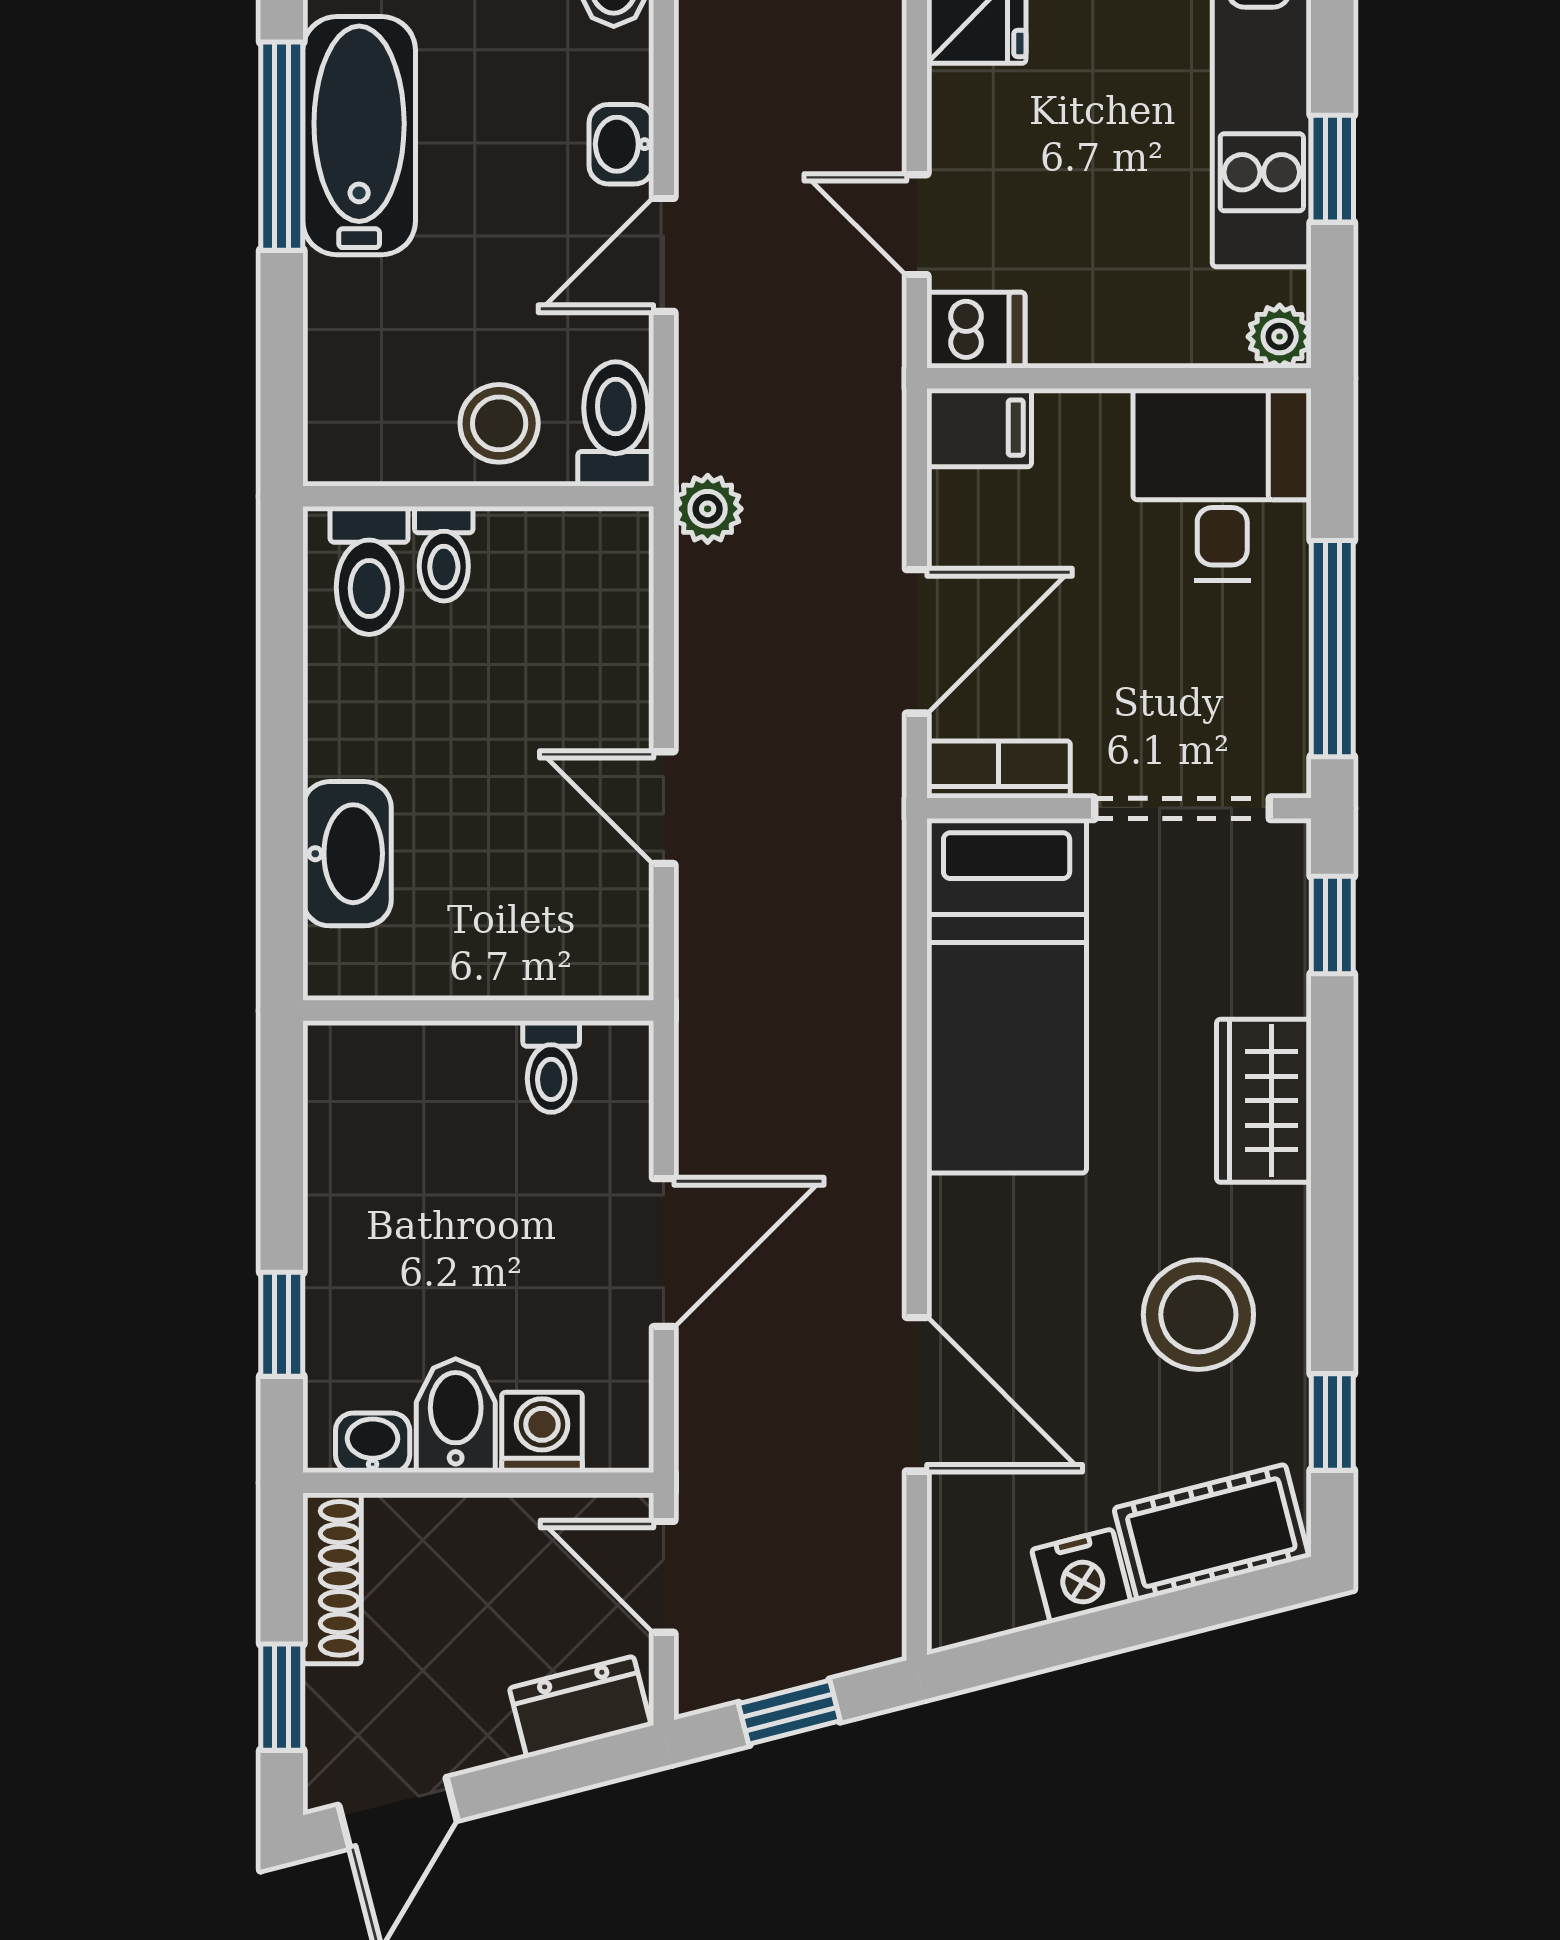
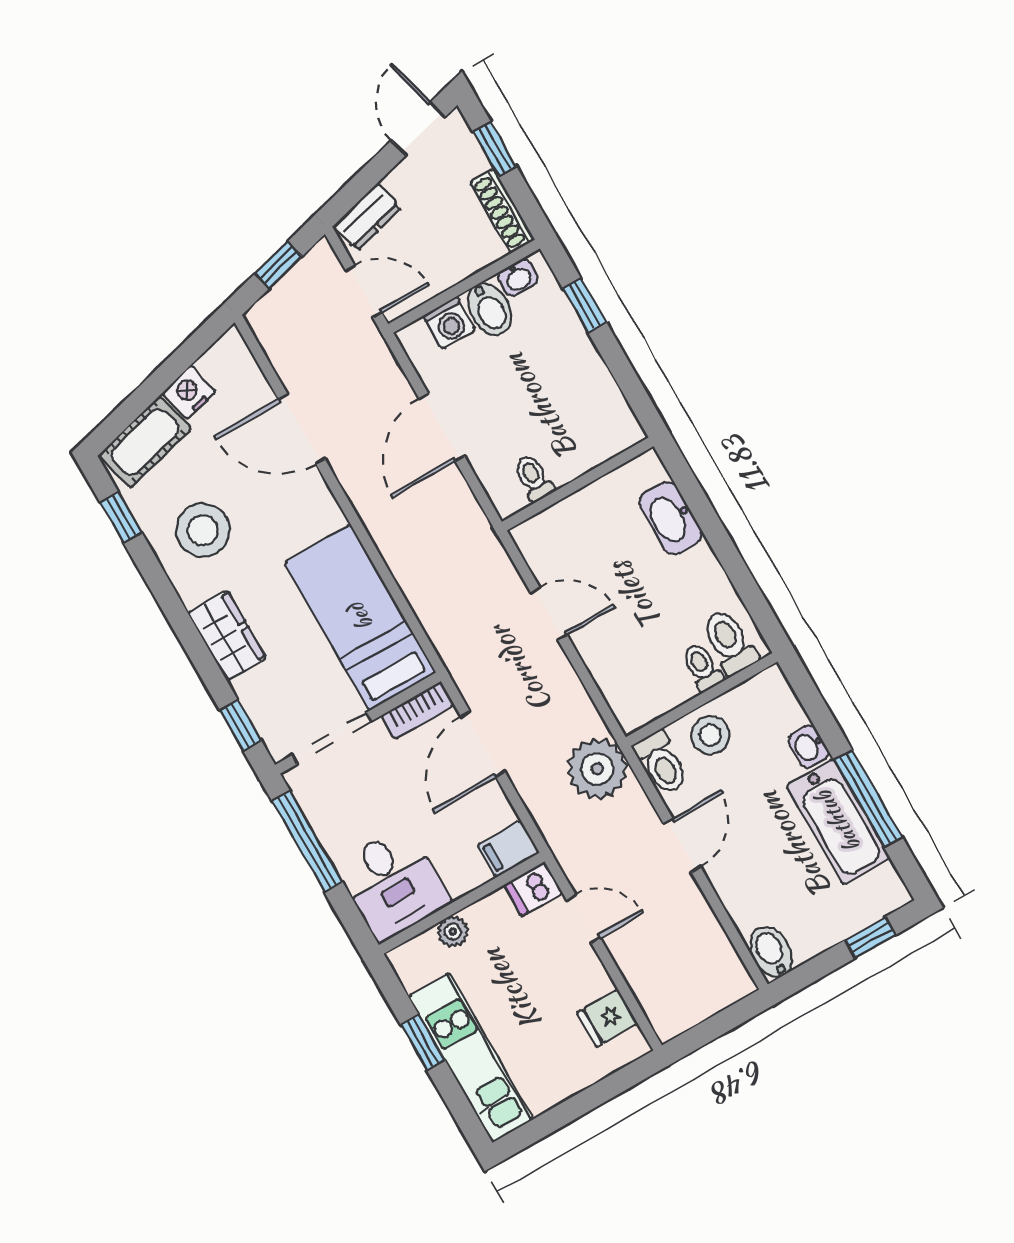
washbasin: (621, 144) -> (808, 747), moved, turned 180
plant: (1280, 337) -> (453, 932), moved
plant: (708, 509) -> (597, 769), width x1.88, depth x1.88

